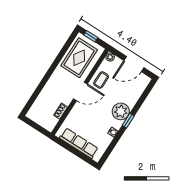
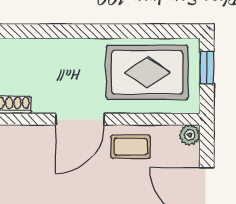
door: (80, 91) -> (80, 119), hinge flipped

